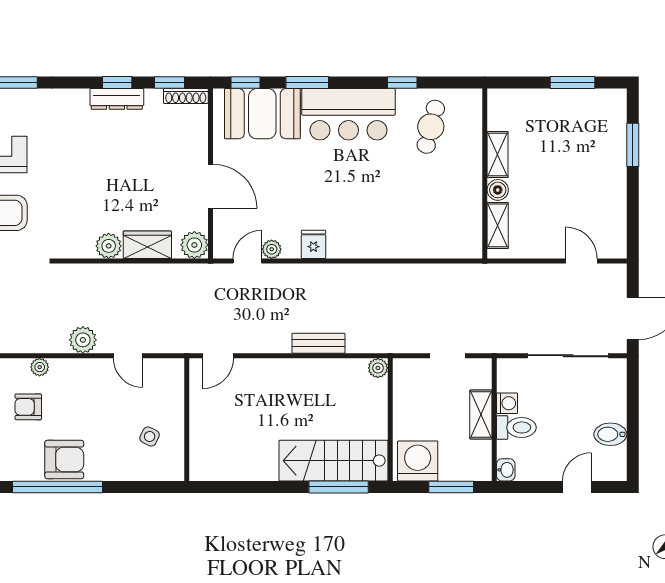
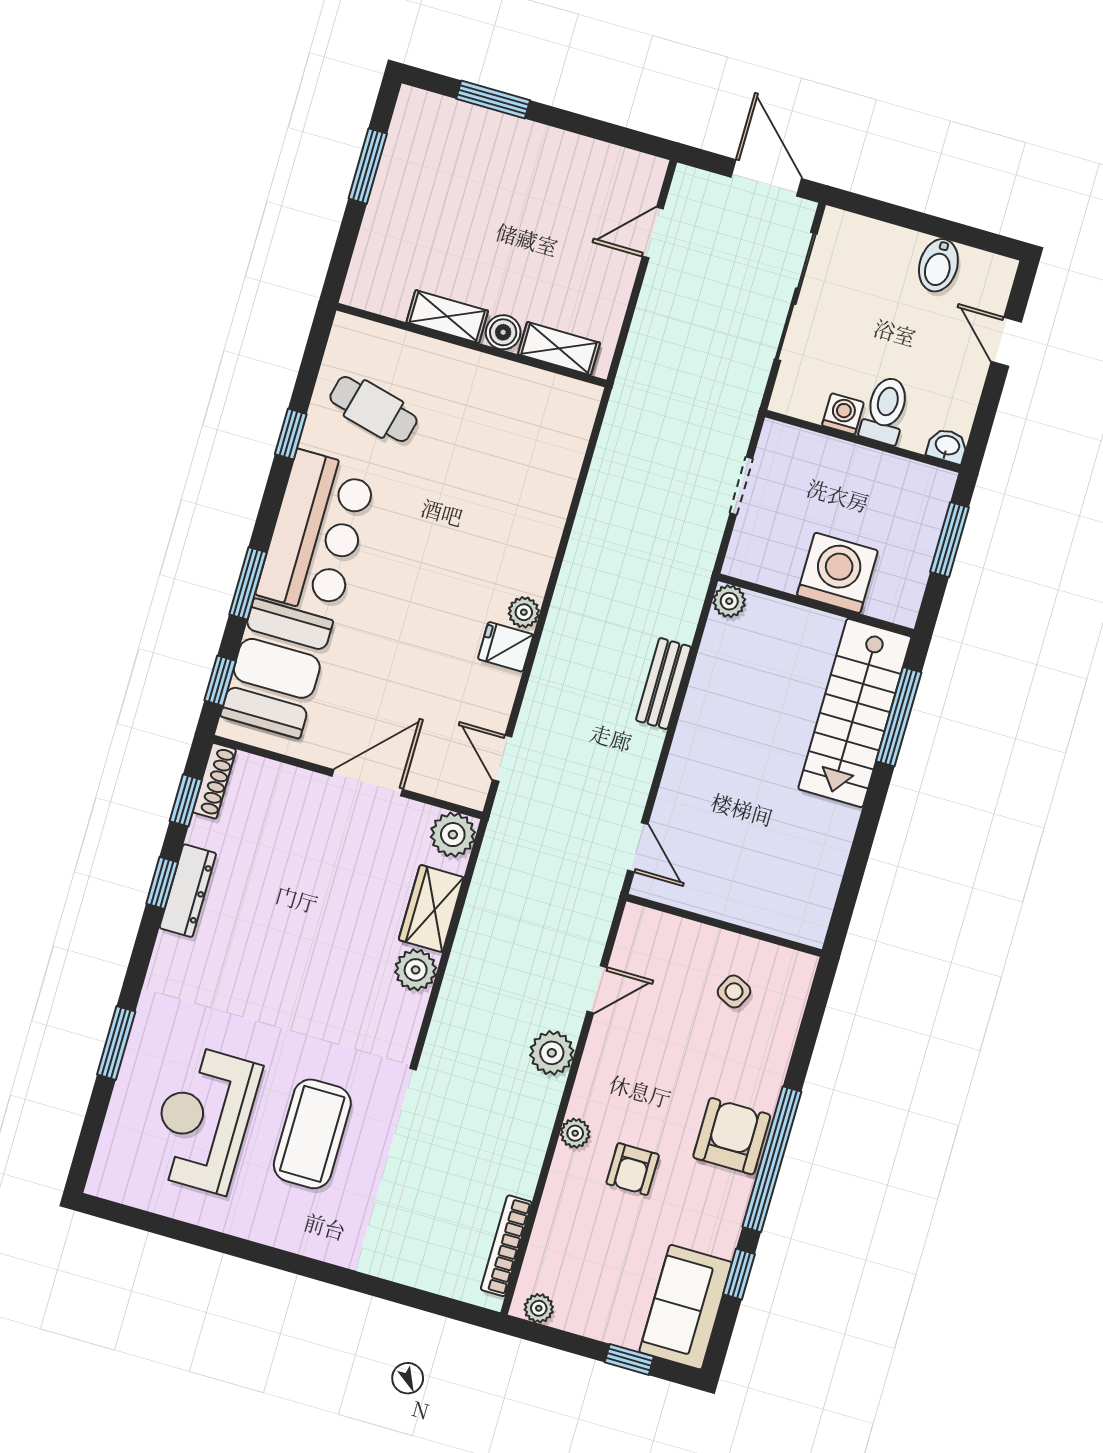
plant: (272, 249) -> (524, 612), moved
shelving: (481, 415) -> (849, 460), removed
washing machine: (418, 461) -> (837, 573), moved, turned 90

